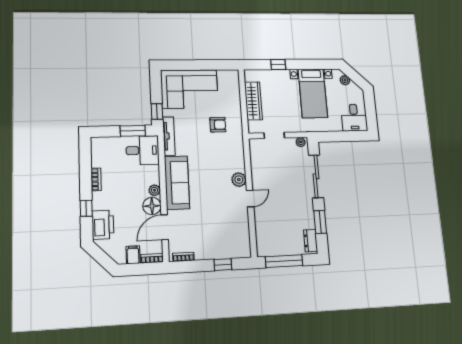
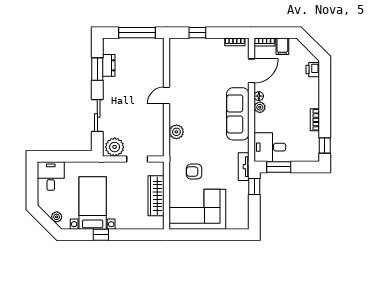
window: (278, 64) -> (101, 235), moved
corner sofa: (189, 89) -> (197, 209), moved
tv unit: (169, 136) -> (244, 167), width x0.71
plant: (301, 142) -> (115, 147), width x1.88, depth x1.88
sliding door: (316, 176) -> (97, 116), width x0.73
plant: (239, 180) -> (176, 132), moved
floor lamp: (152, 206) -> (259, 96), width x0.53, depth x0.53
window: (86, 208) -> (325, 145), moved
printer: (103, 225) -> (313, 70), width x0.53, depth x0.68
dresser: (311, 241) -> (109, 65), moved

